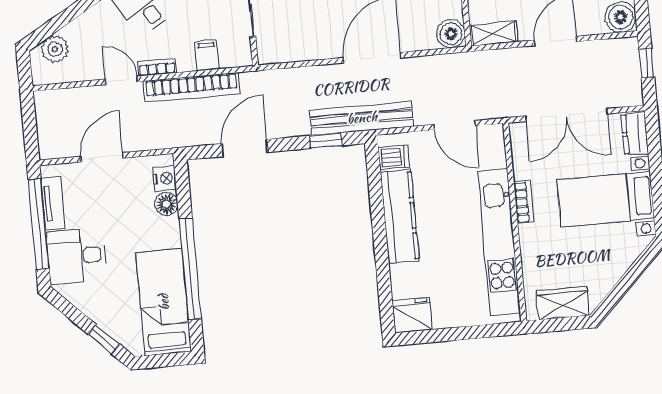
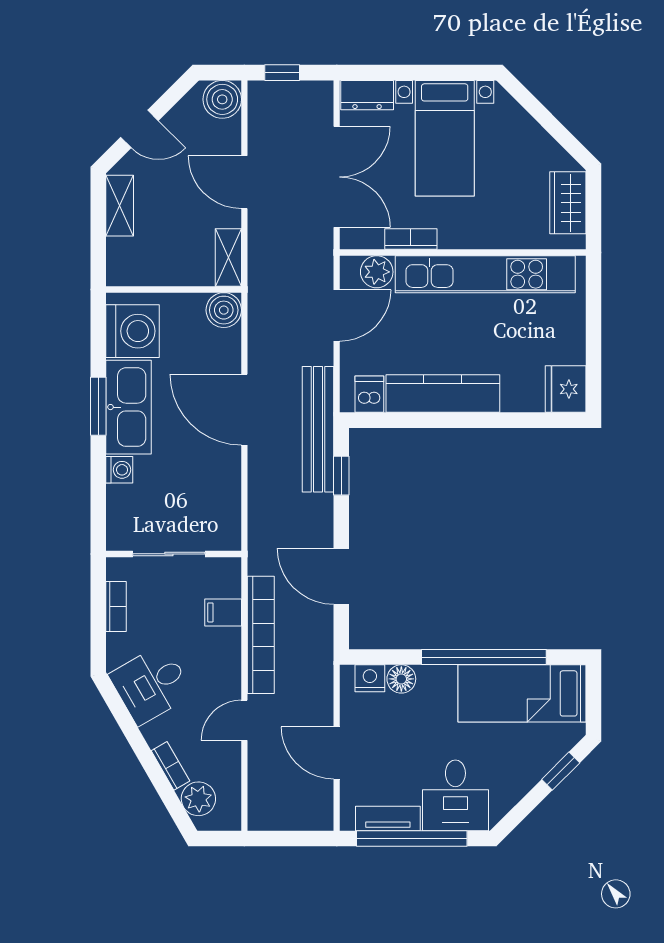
bookcase: (157, 67) -> (170, 766), moved, turned 150
plant: (493, 154) -> (377, 272), added
bookcase: (524, 202) -> (411, 239), moved

